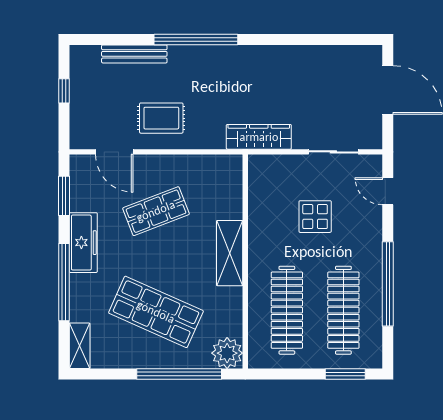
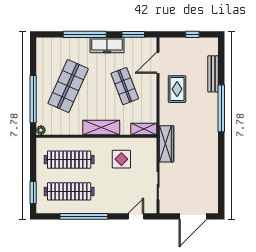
display table: (315, 217) -> (121, 159), moved
shelving: (80, 346) -> (144, 129), moved
plant: (227, 353) -> (41, 130), width x0.53, depth x0.53

